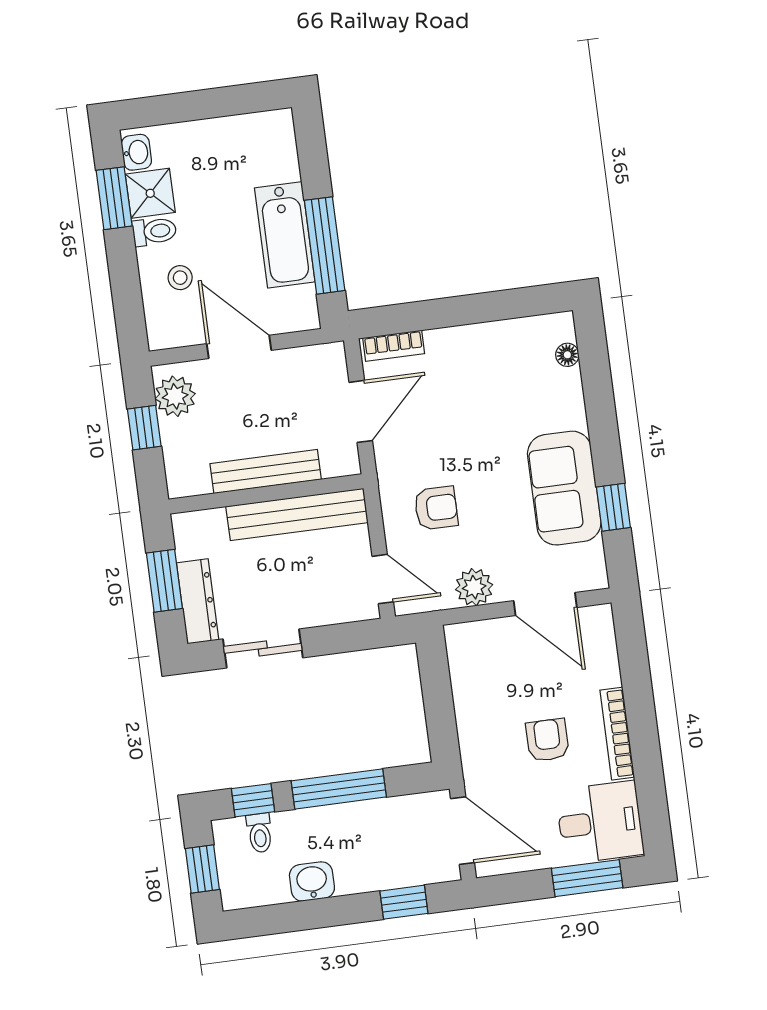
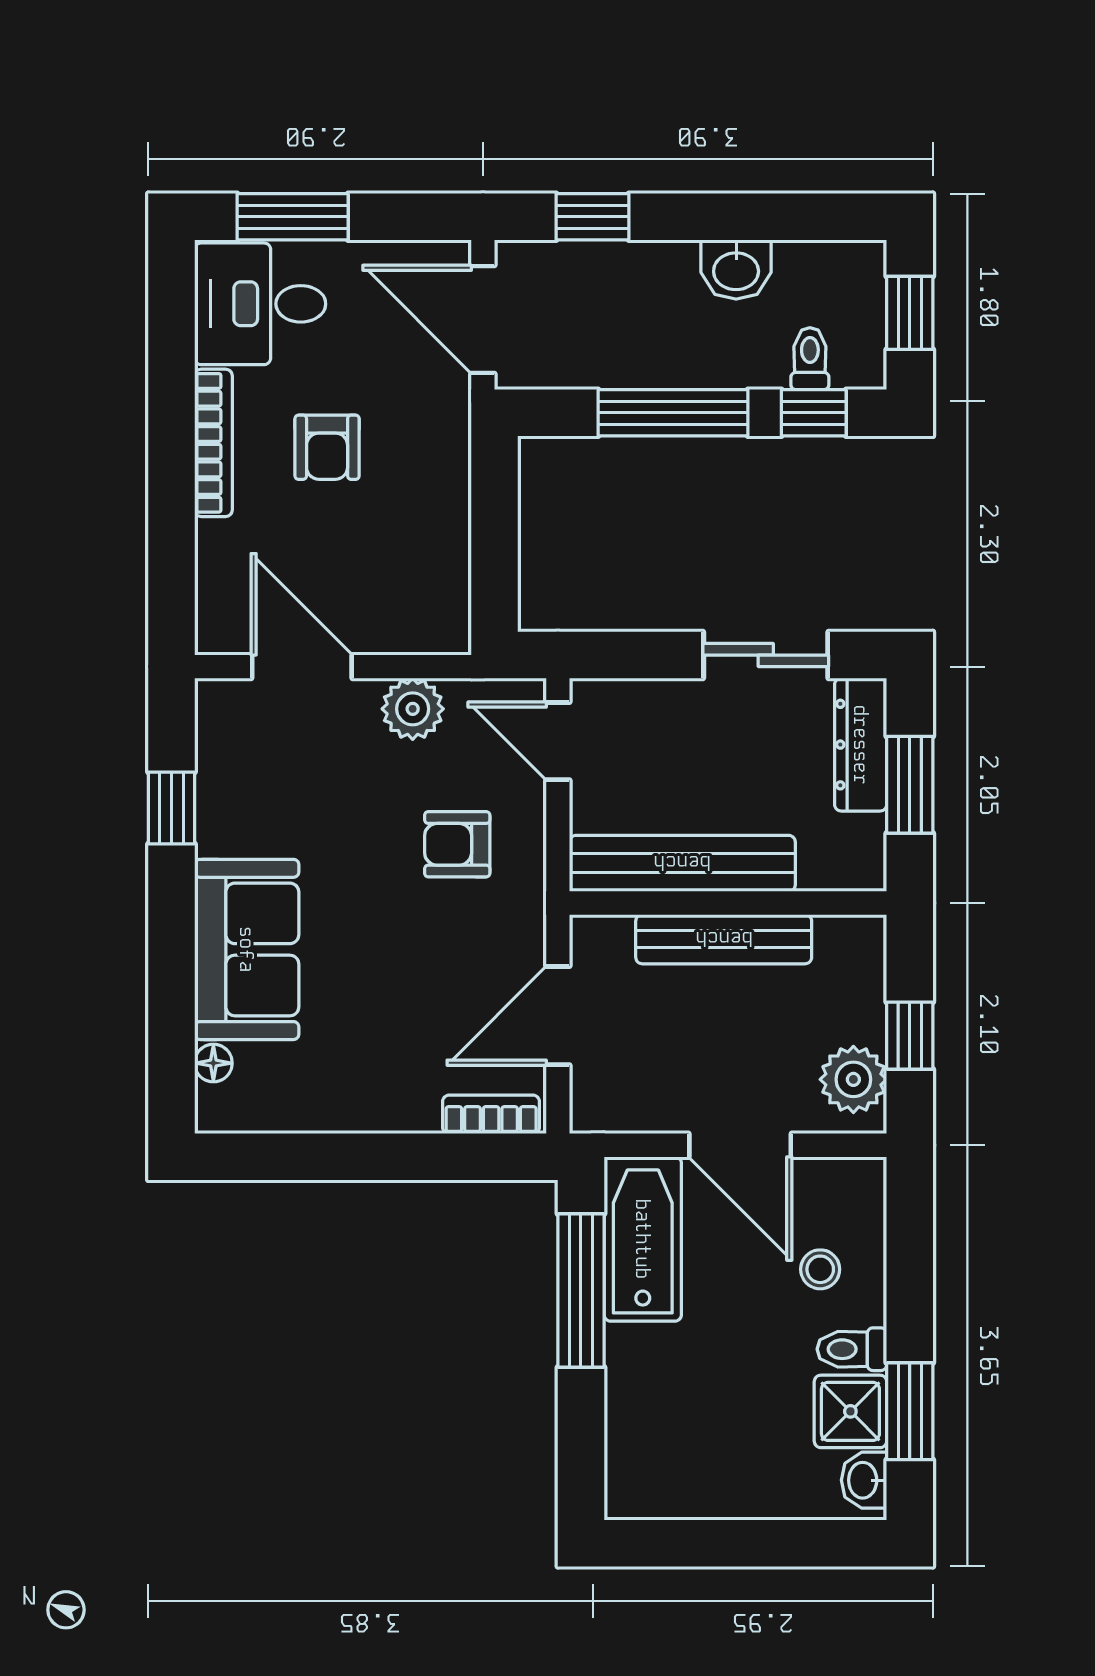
bathtub: (285, 235) -> (643, 1239), moved
sofa: (564, 488) -> (247, 949), moved

